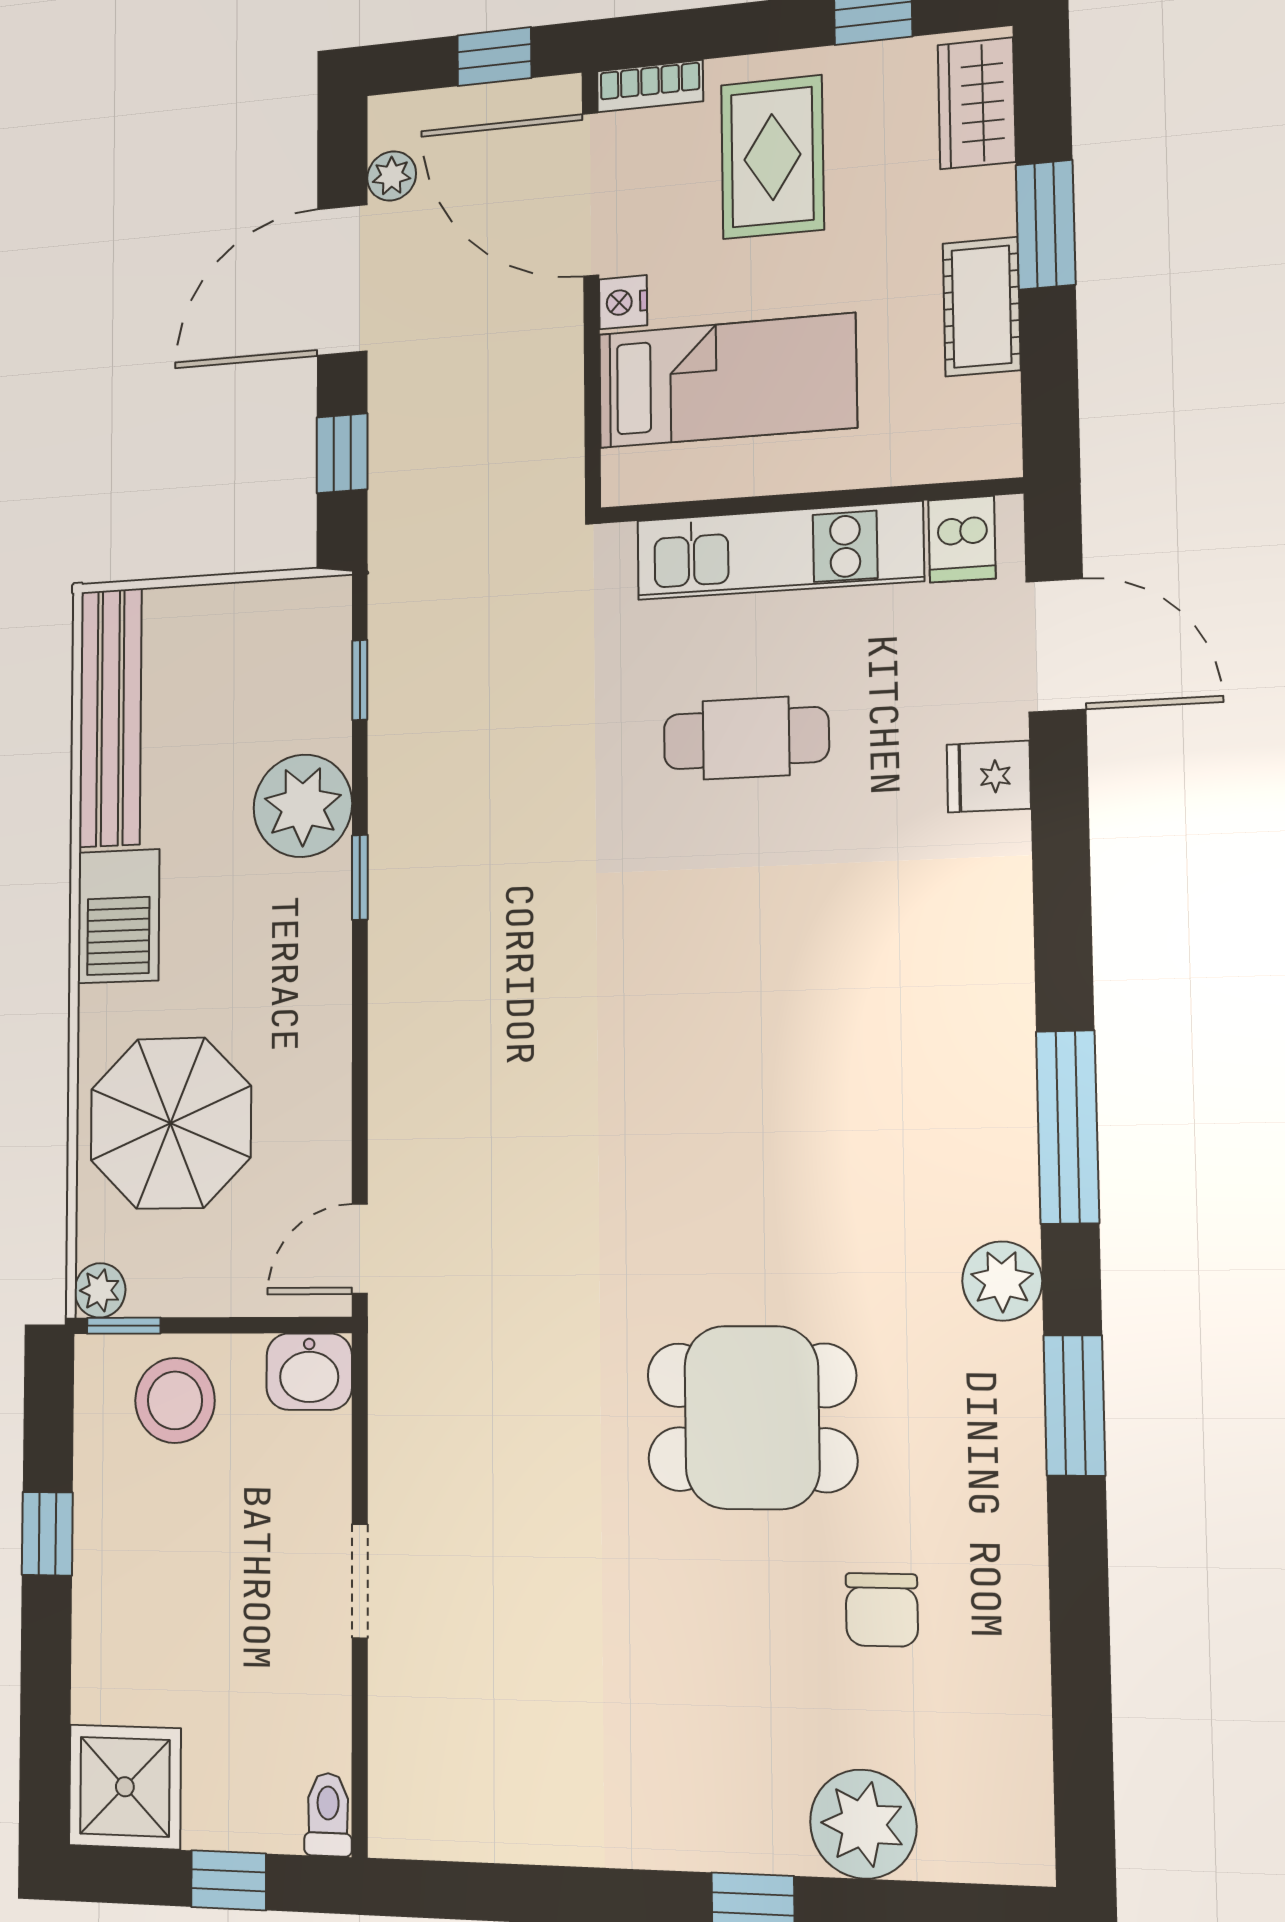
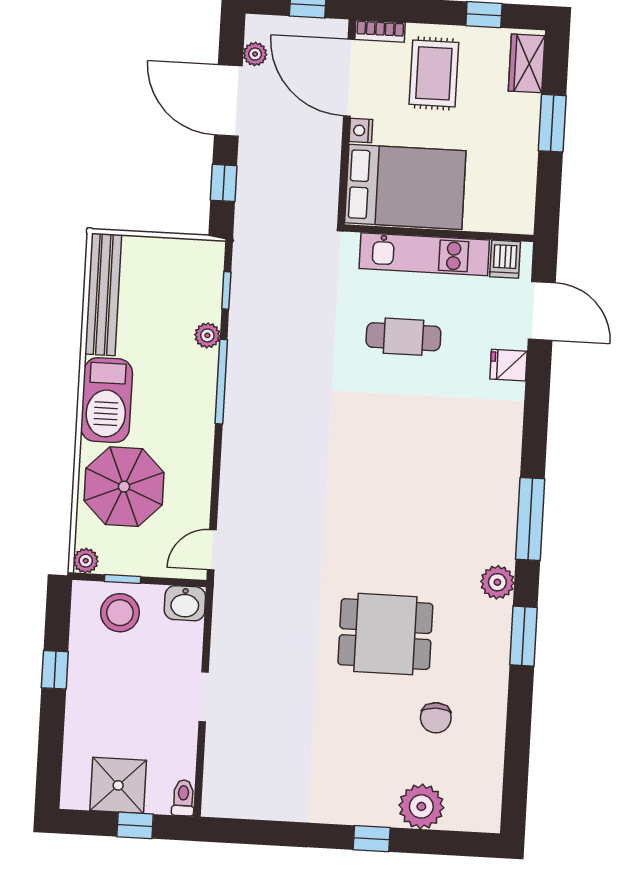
door: (342, 280) -> (228, 100), hinge flipped
cot: (982, 307) -> (522, 156), removed
bed: (727, 381) -> (405, 187), width x1.50
plant: (303, 806) -> (207, 335), width x0.53, depth x0.53
window: (360, 877) -> (221, 382), width x2.17
barbecue: (118, 916) -> (107, 400), width x1.37, depth x1.21
window: (124, 1326) -> (123, 579), moved
shower: (125, 1787) -> (118, 785), moved

